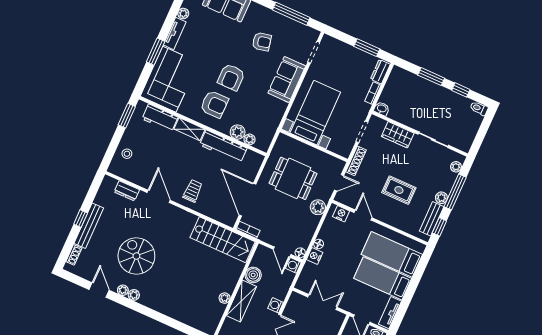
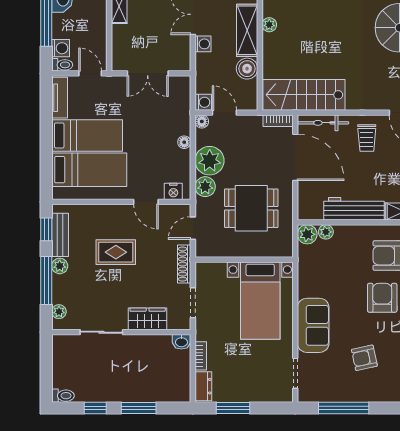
plant: (238, 132) -> (307, 234), moved
bicycle: (218, 215) -> (323, 123), added
plant: (307, 224) -> (210, 161), added
nightstand: (315, 256) -> (182, 125), removed

